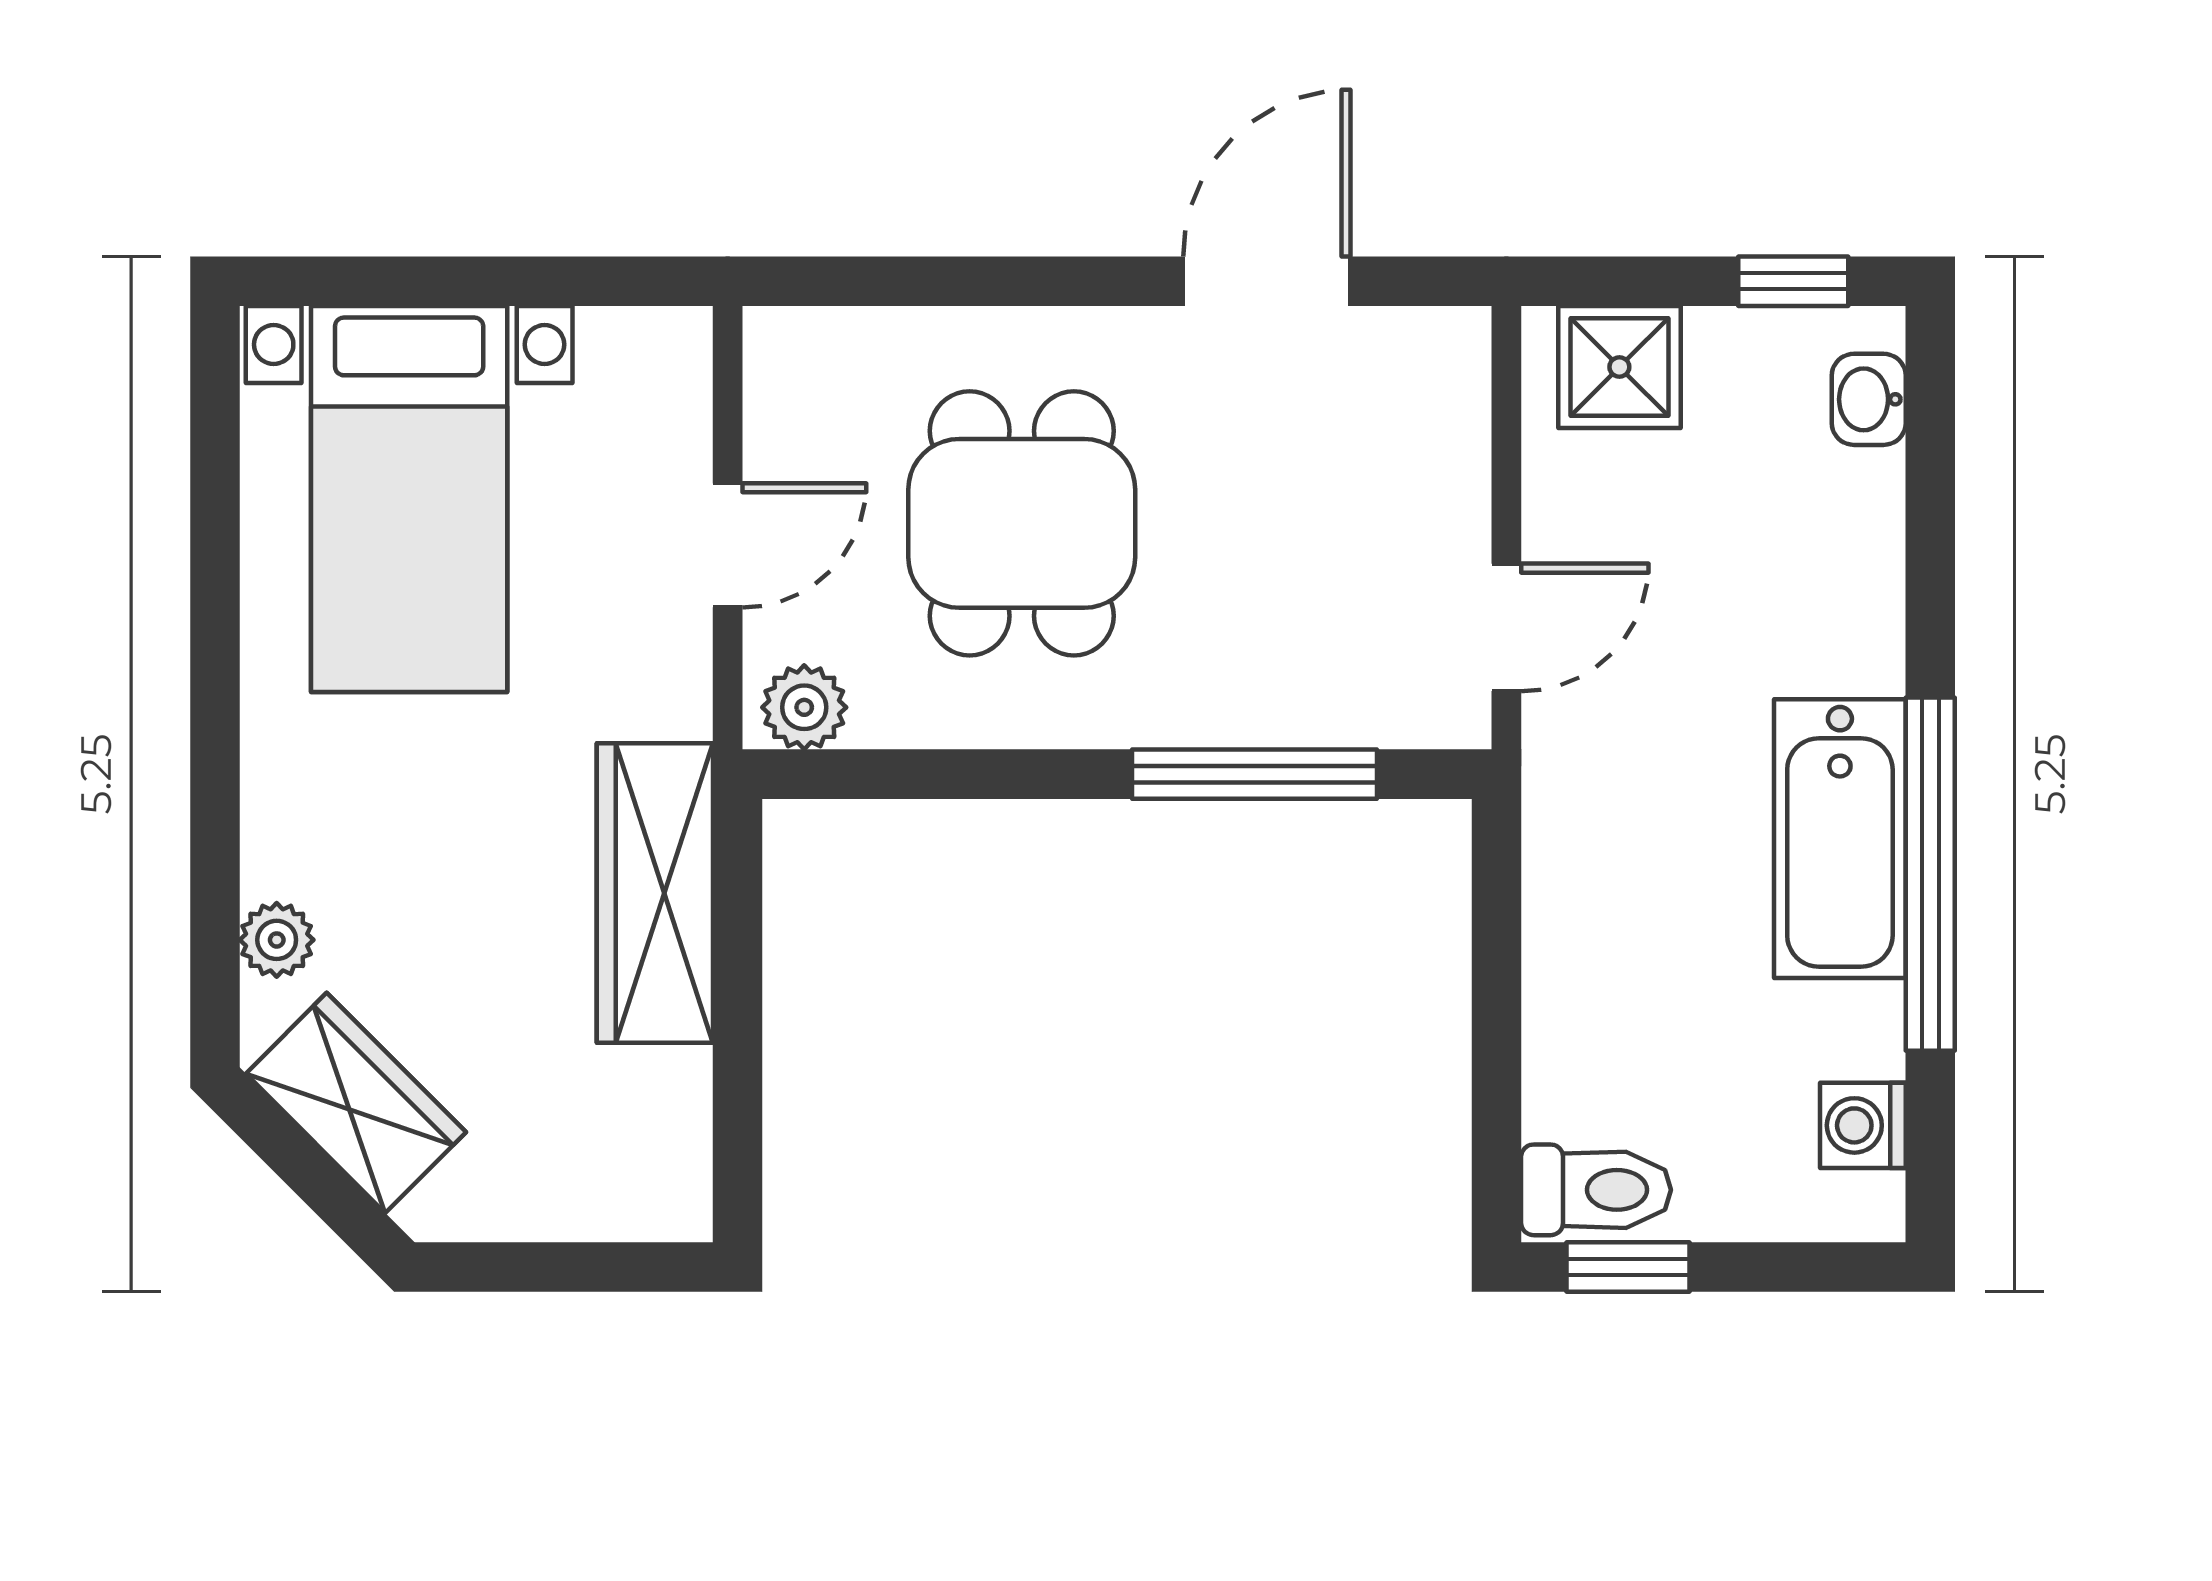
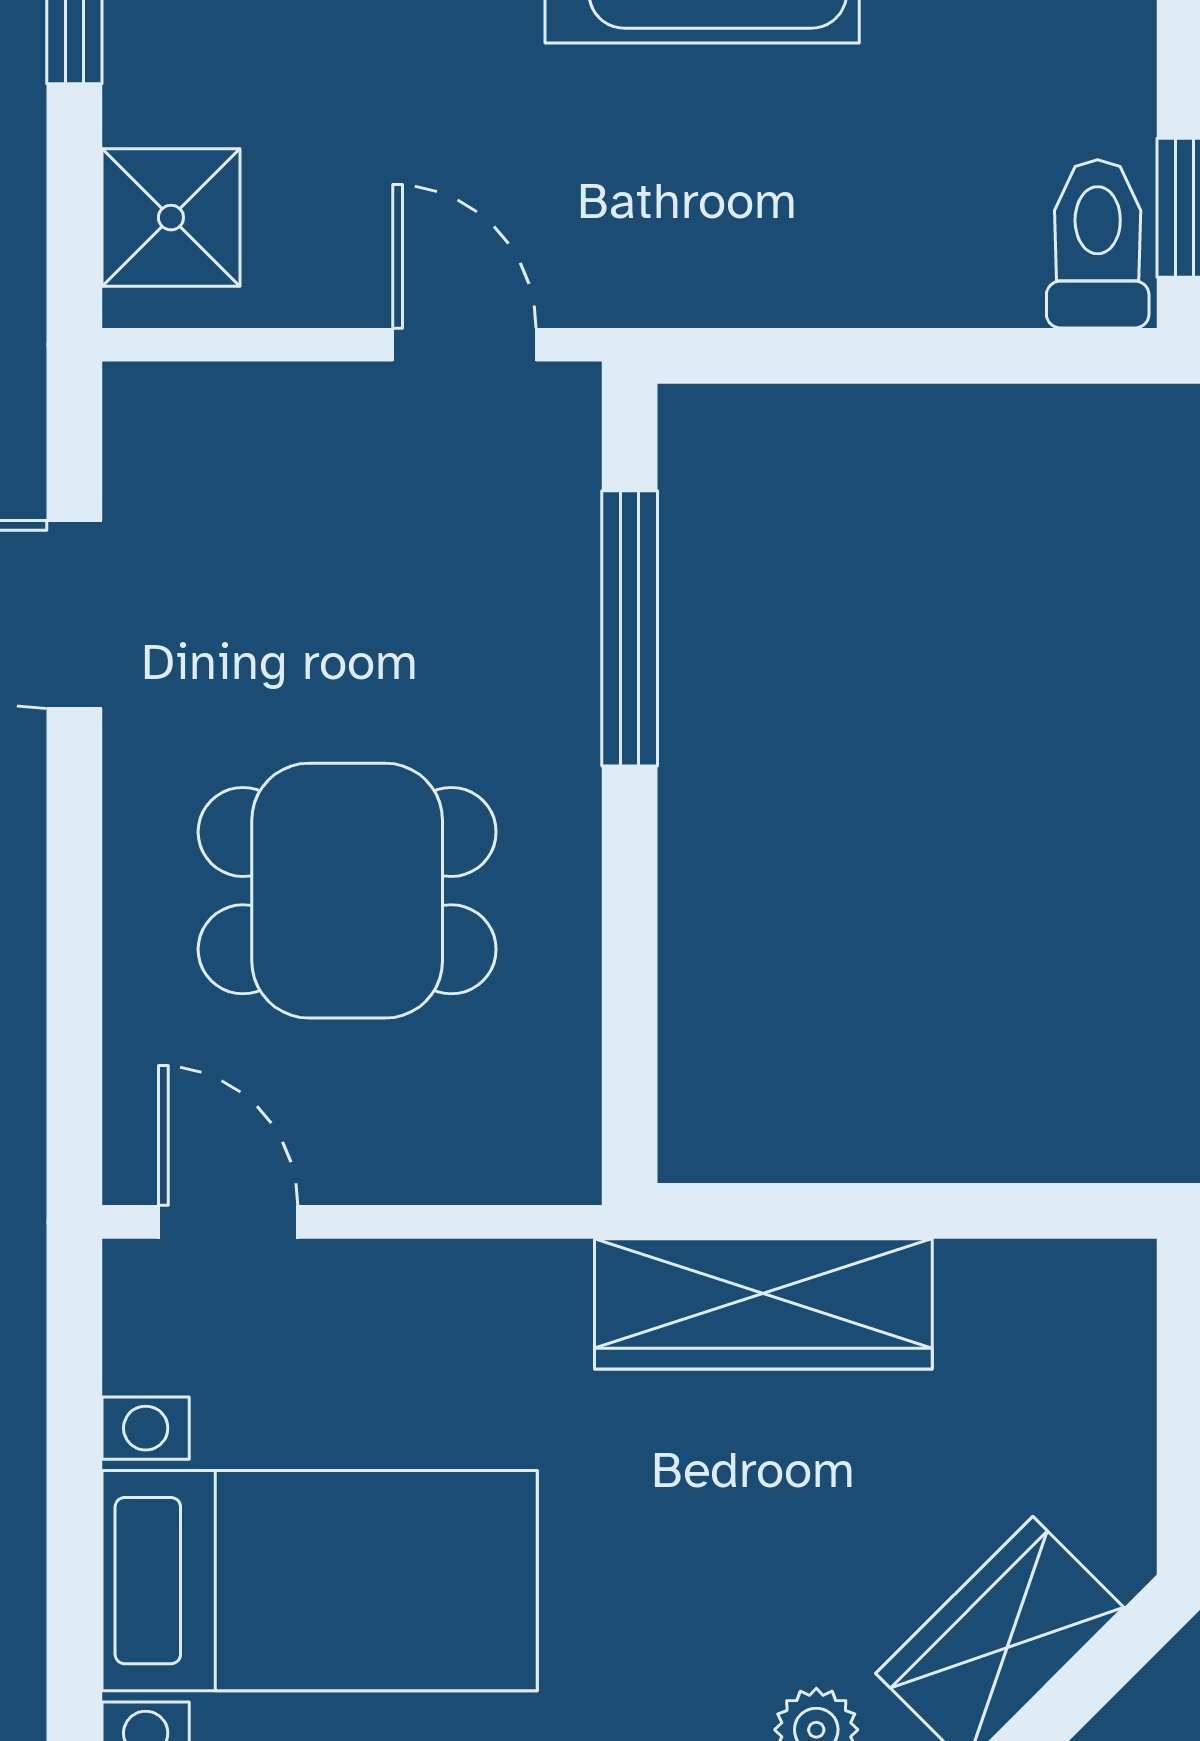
door: (728, 545) -> (228, 1222), moved
plant: (804, 707) -> (554, 1136), removed

